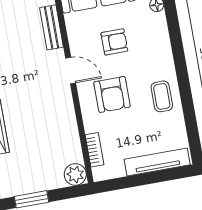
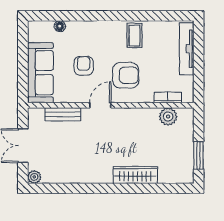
coffee table: (162, 96) -> (134, 35), turned 90
plant: (75, 174) -> (168, 117), moved

